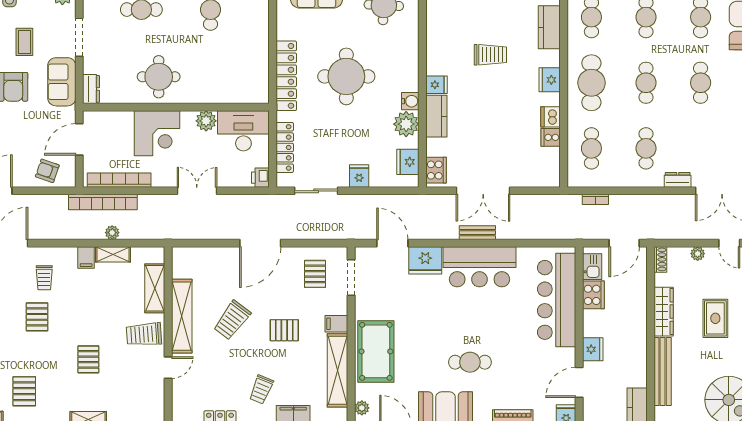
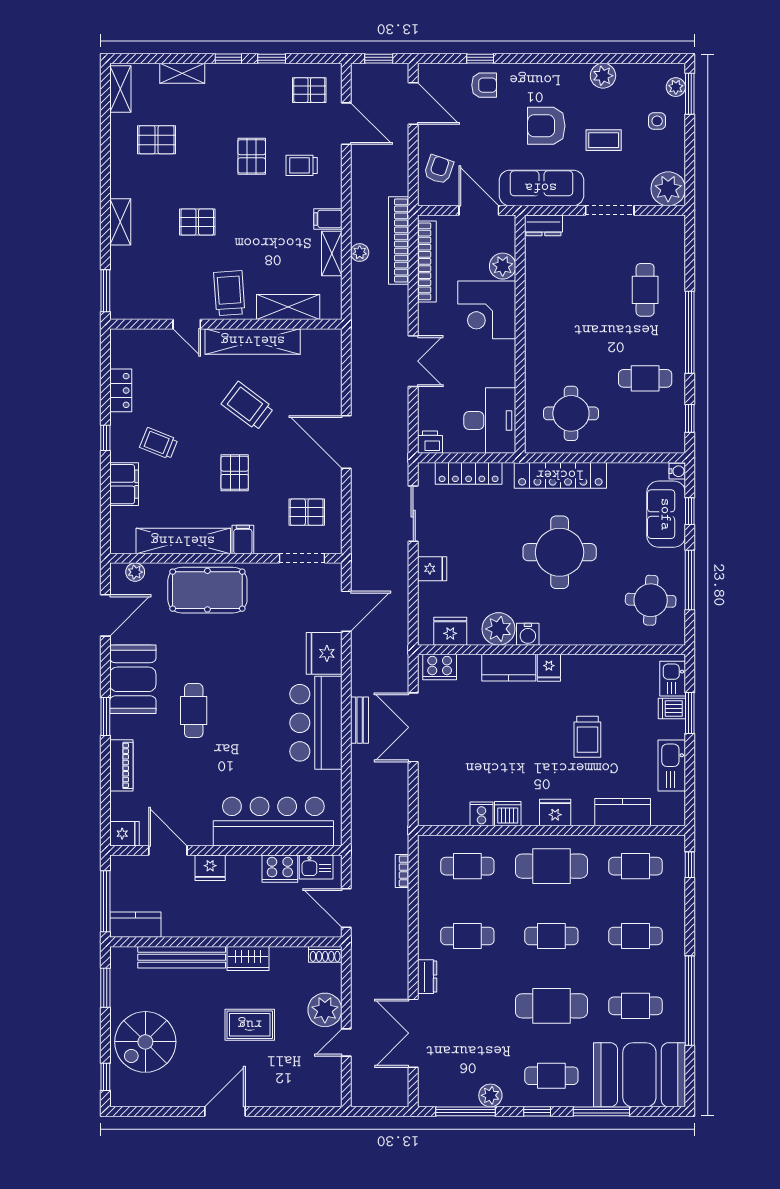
round table: (159, 77) -> (571, 413), moved
sofa: (62, 82) -> (541, 188), width x1.36
cafe table: (701, 83) -> (551, 1006), width x1.37, depth x1.35
plant: (206, 121) -> (503, 266), moved
plant: (698, 254) -> (325, 1010), width x1.88, depth x1.88
wardrobe: (664, 312) -> (248, 959), width x0.67
pallet: (37, 317) -> (252, 156), turned 90

